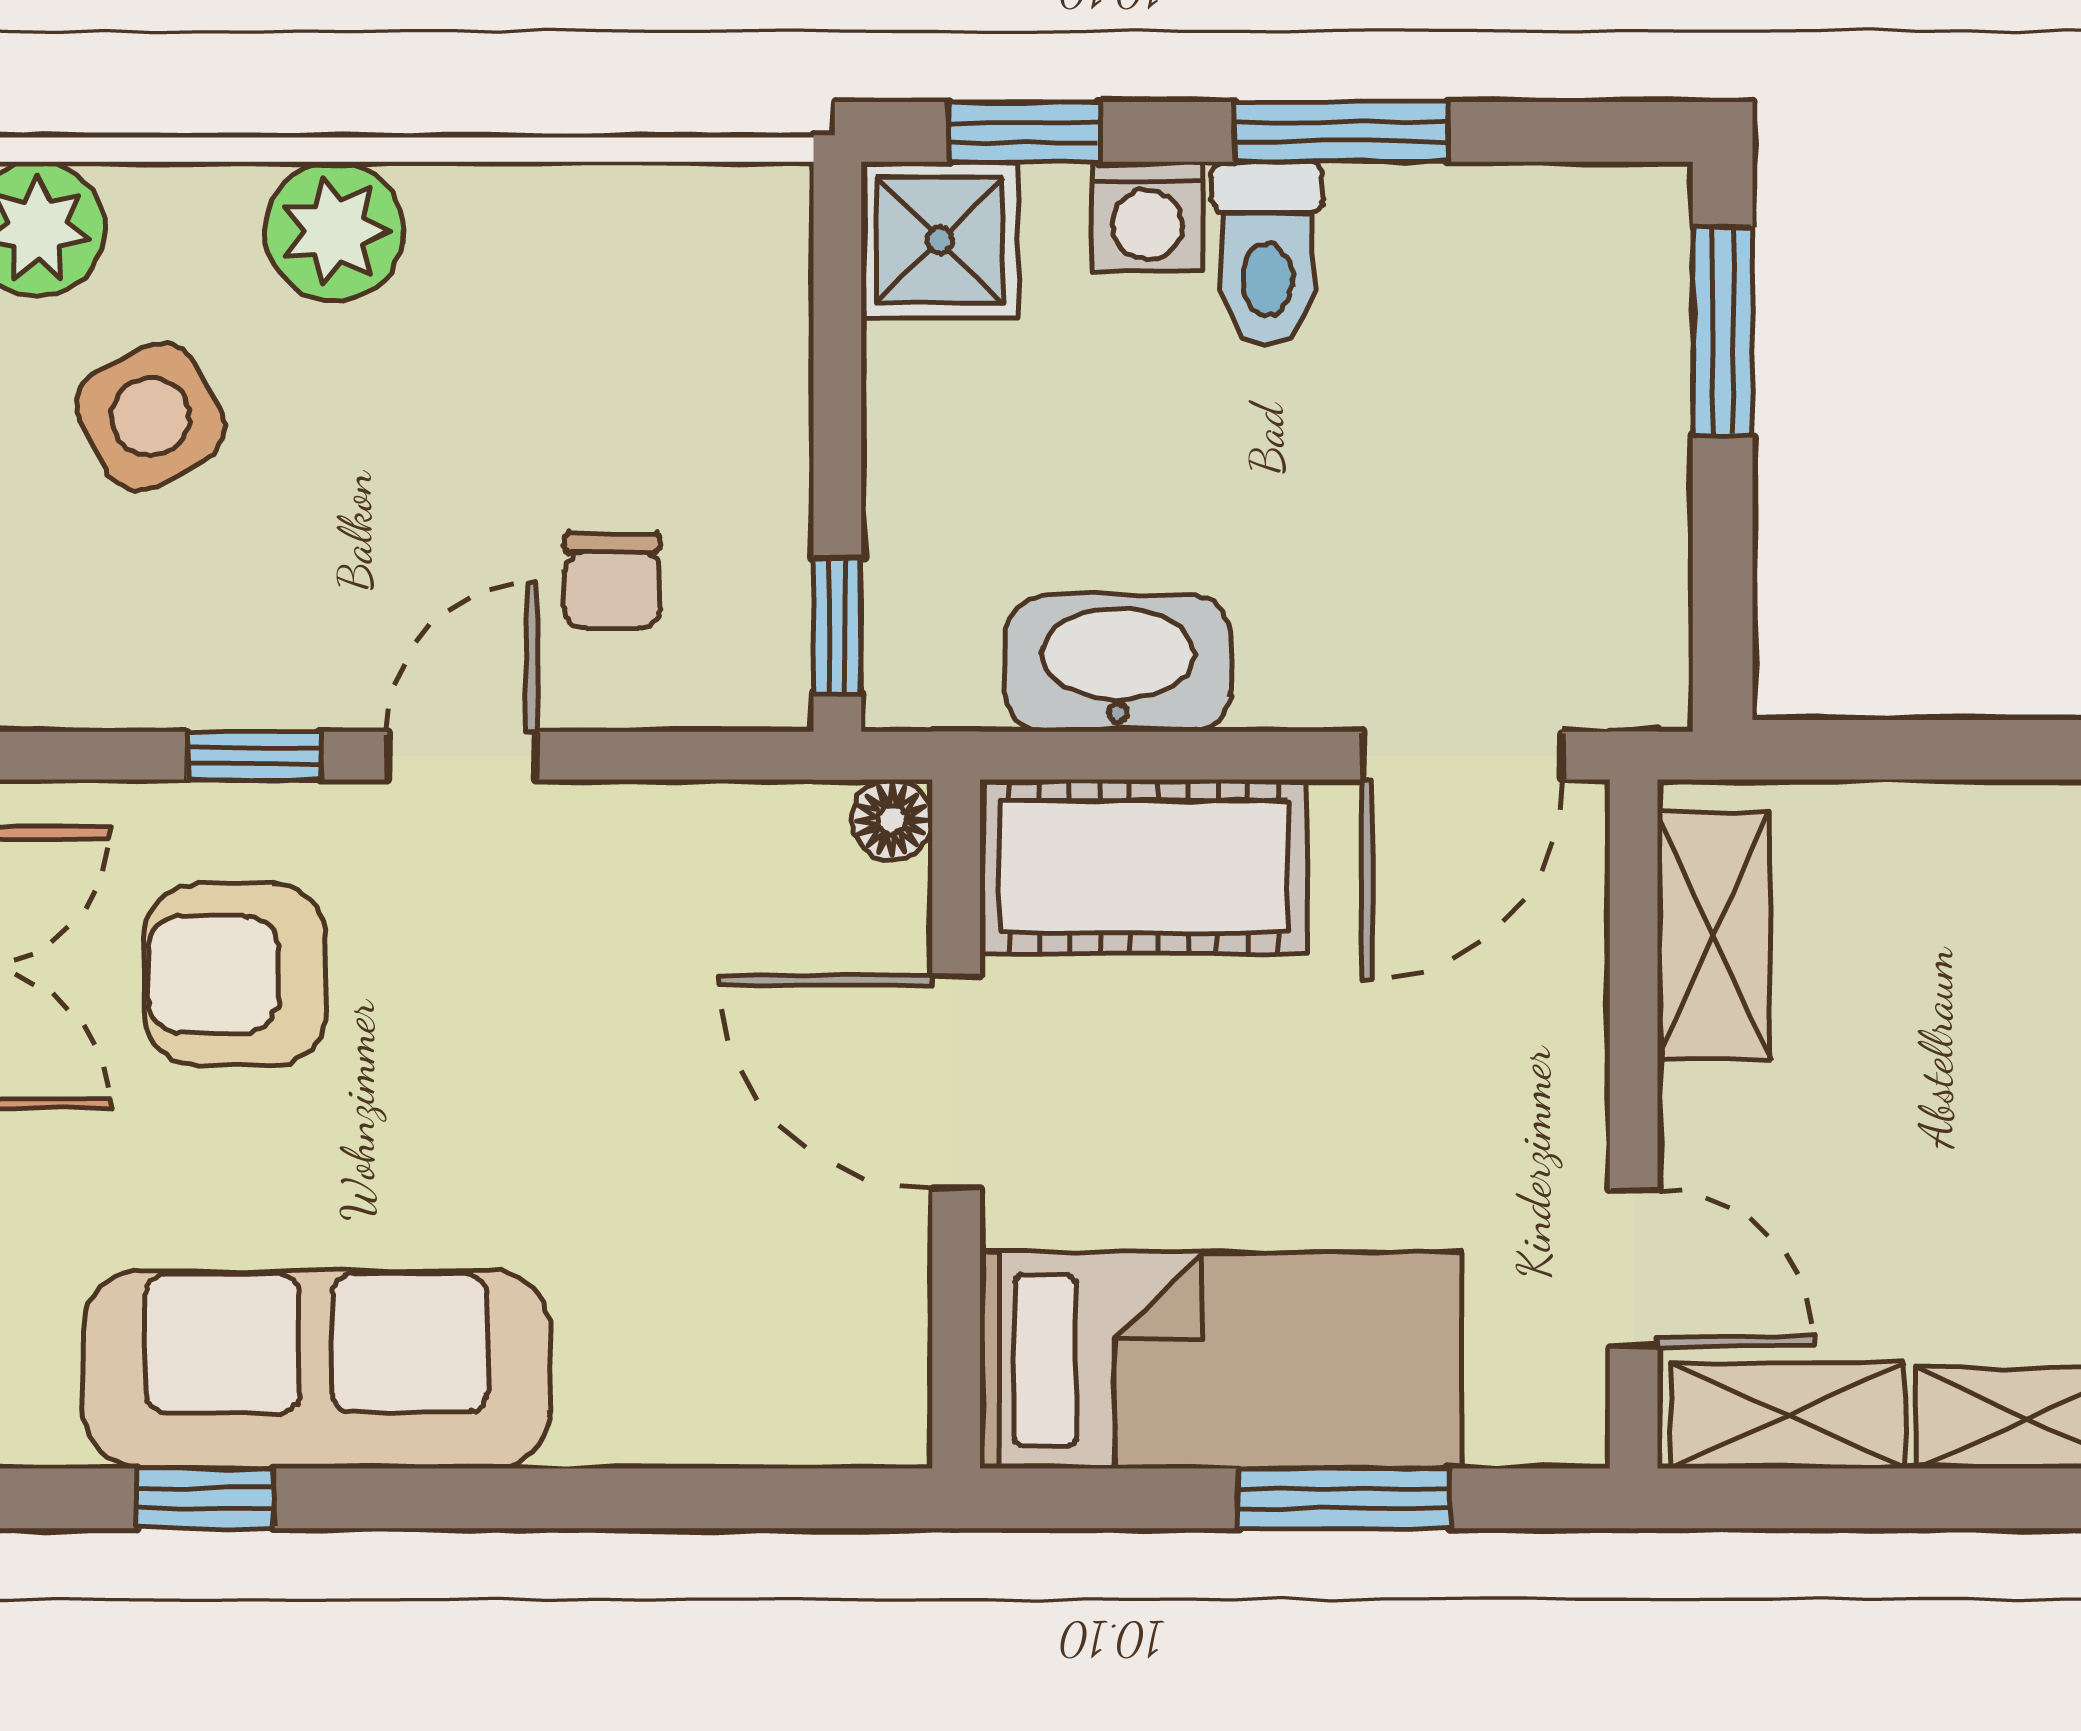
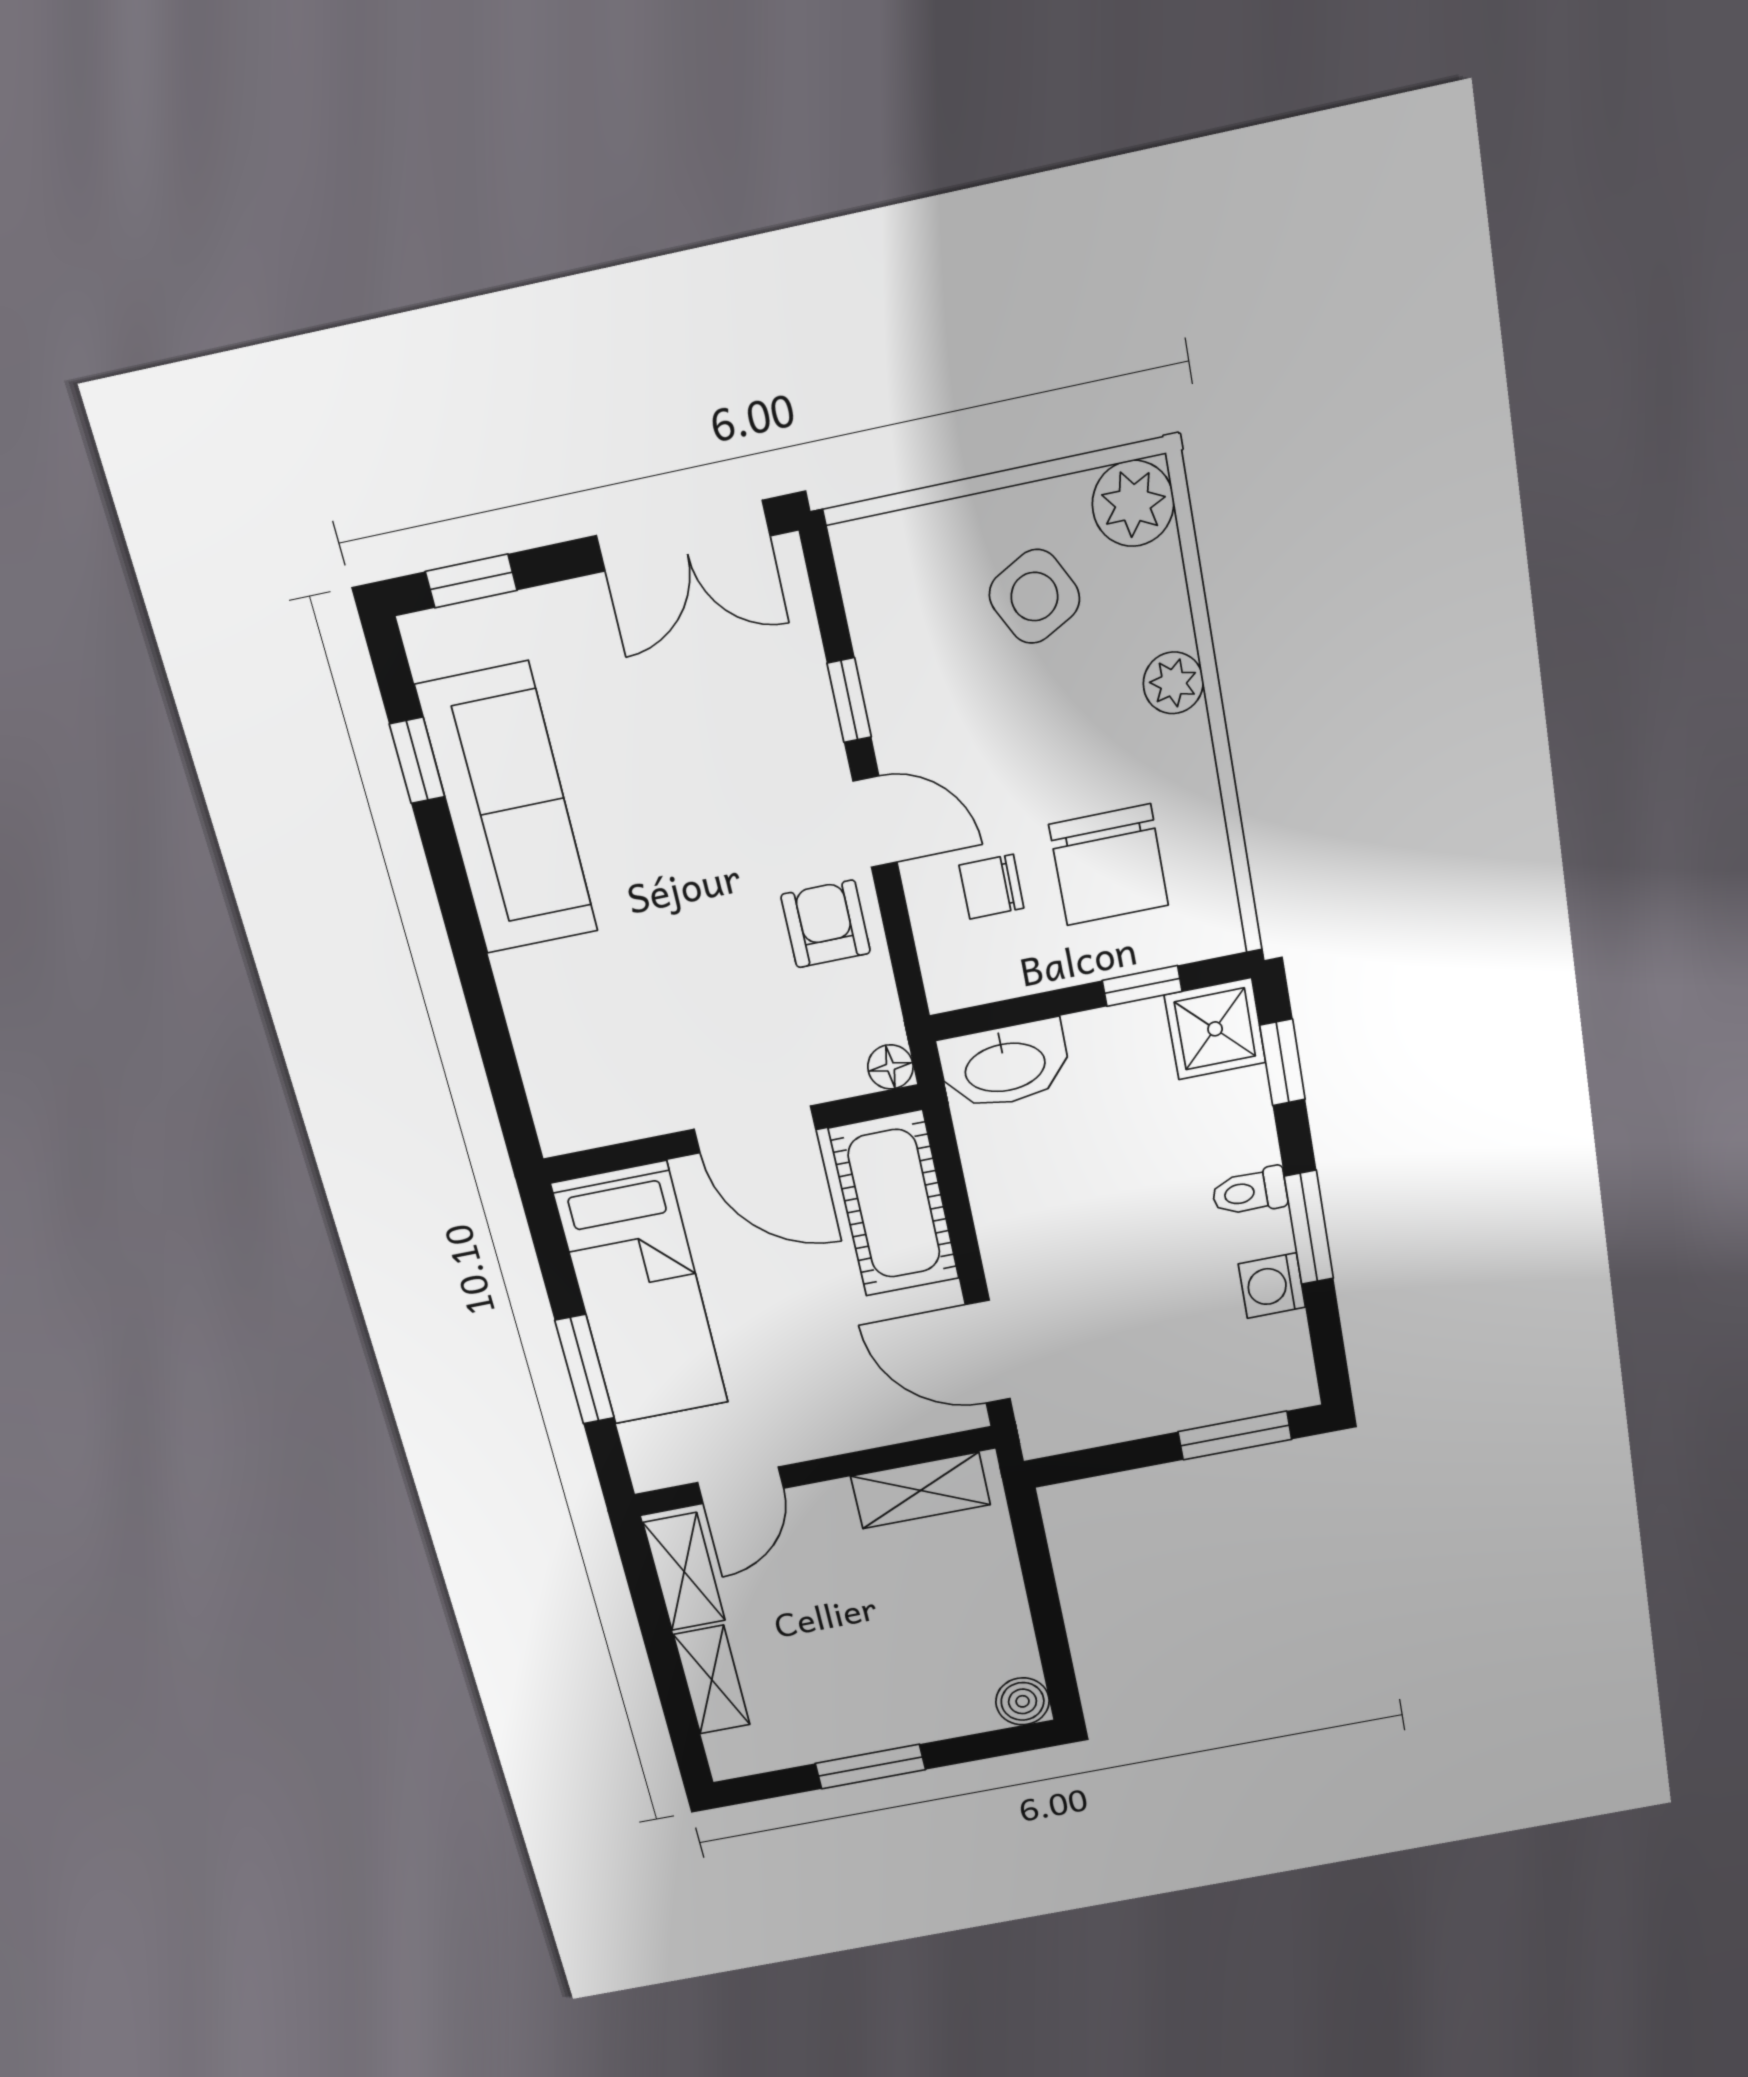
washing machine: (1147, 216) -> (1272, 1286), moved
plant: (335, 231) -> (1173, 683), width x0.73, depth x0.73
toilet: (1267, 253) -> (1249, 1192), width x0.73, depth x0.72
chair: (616, 374) -> (1109, 865), added
window: (837, 625) -> (1142, 986), moved
washbasin: (1118, 663) -> (1005, 1065), moved, turned 90
armchair: (235, 974) -> (826, 924), moved, width x0.72, depth x0.72
door: (956, 1083) -> (755, 1129), swing flipped

